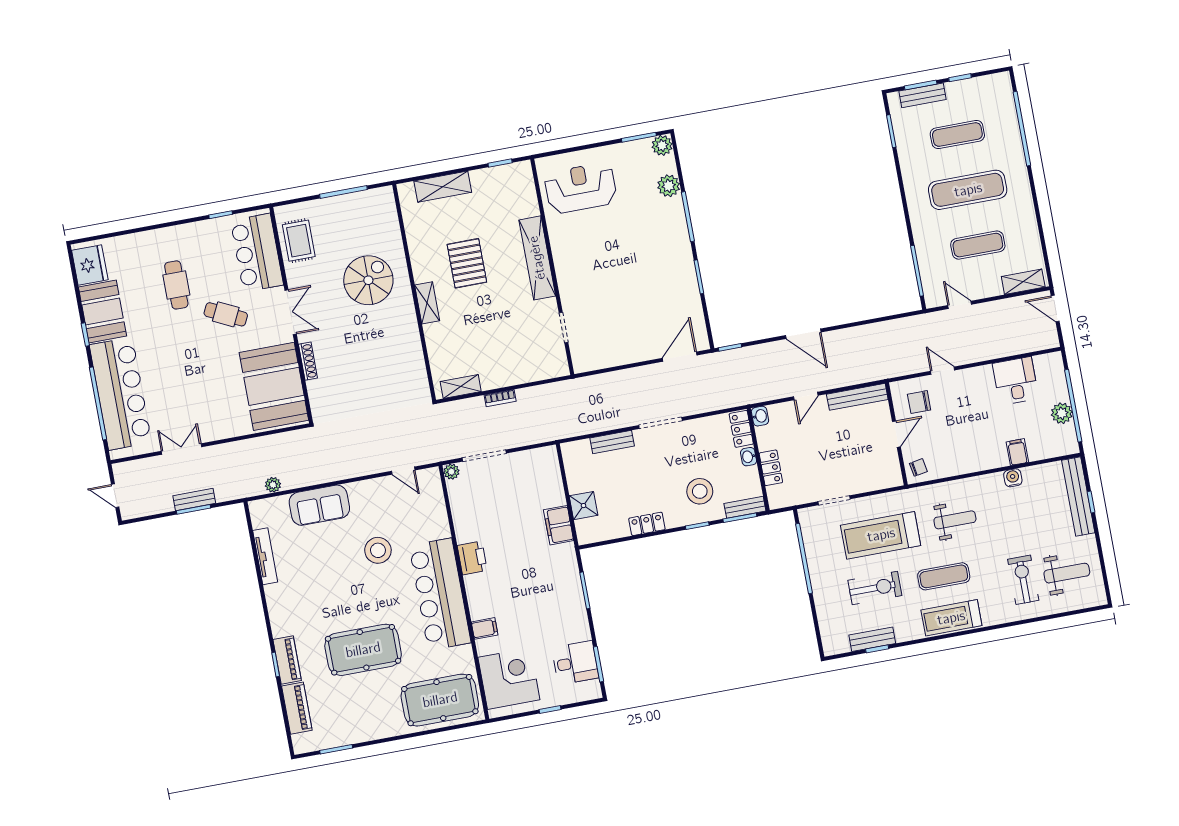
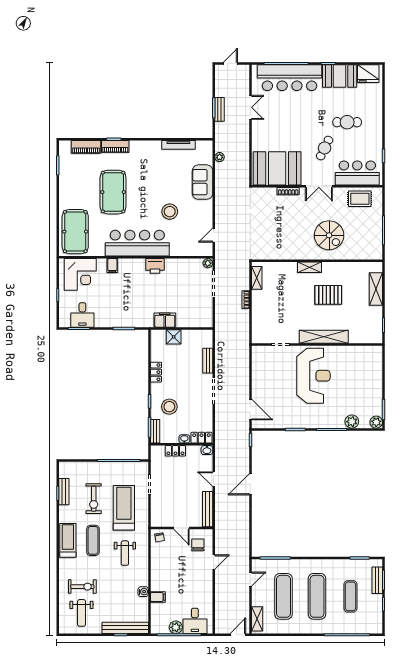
reception desk: (581, 188) -> (313, 376), moved, width x1.36, depth x1.30
exercise mat: (978, 245) -> (283, 596), width x1.36, depth x1.45
desk: (1015, 381) -> (195, 621), moved, turned 90

